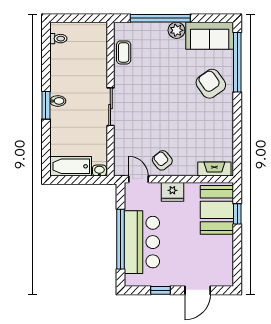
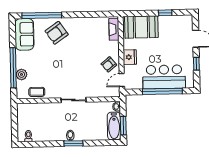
plant: (176, 30) -> (21, 74), moved
window: (71, 180) -> (123, 126), added
window: (237, 214) -> (165, 13), moved

